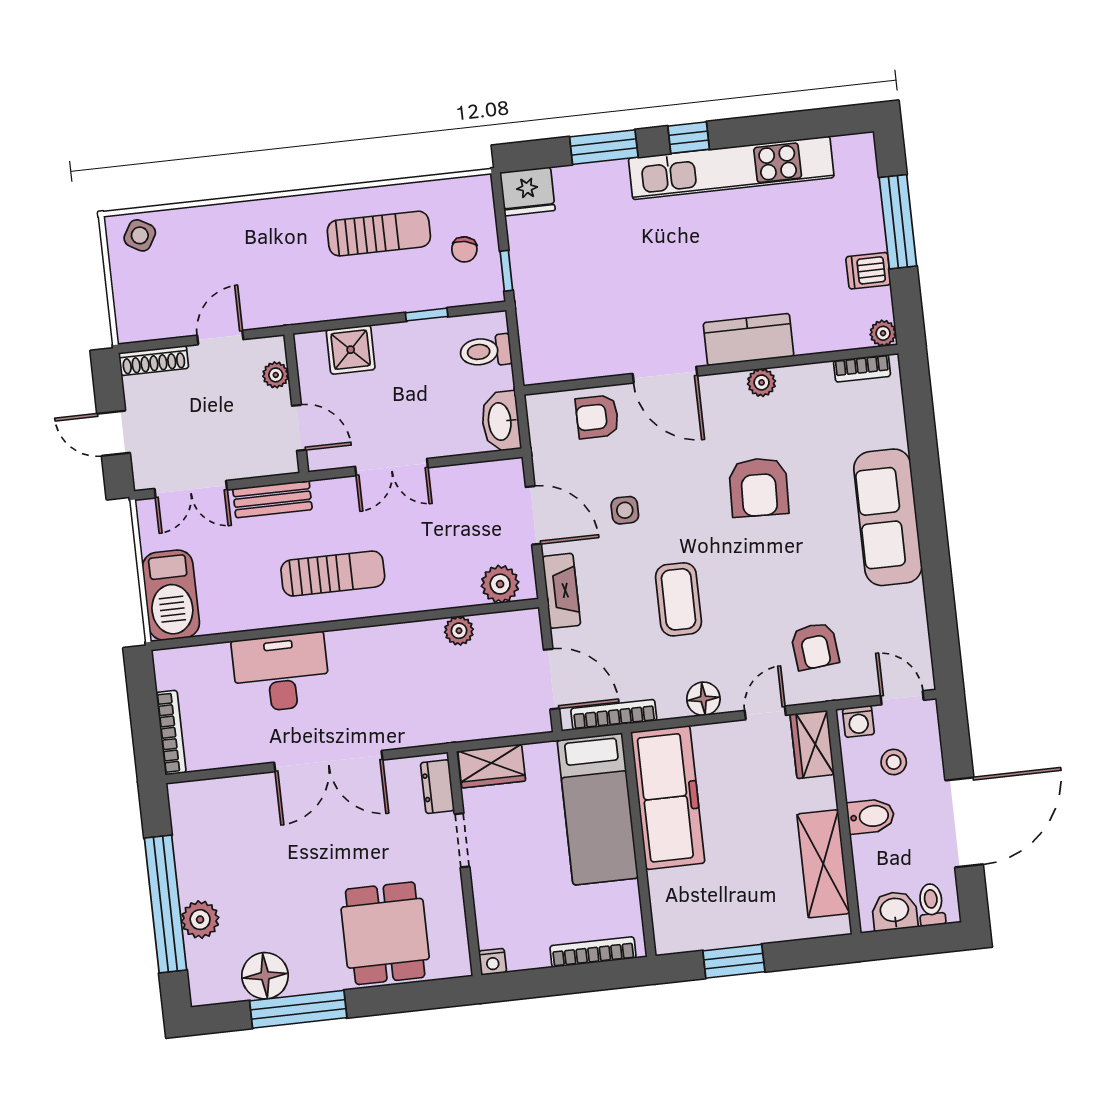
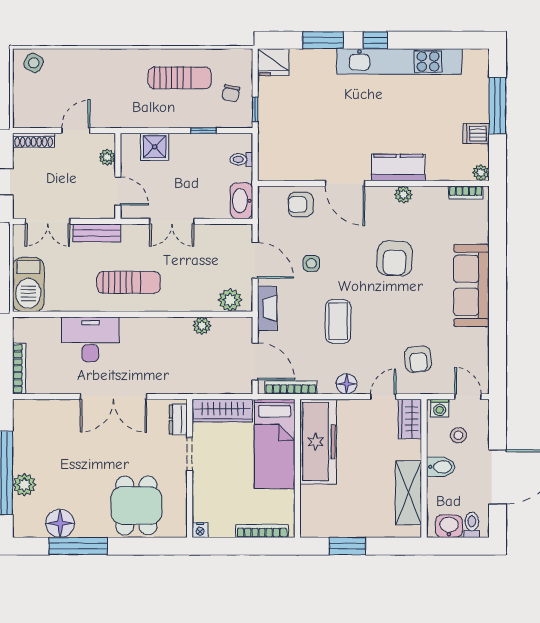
toilet: (486, 351) -> (241, 159), width x0.73, depth x0.72
wardrobe: (492, 766) -> (223, 411), width x1.50

